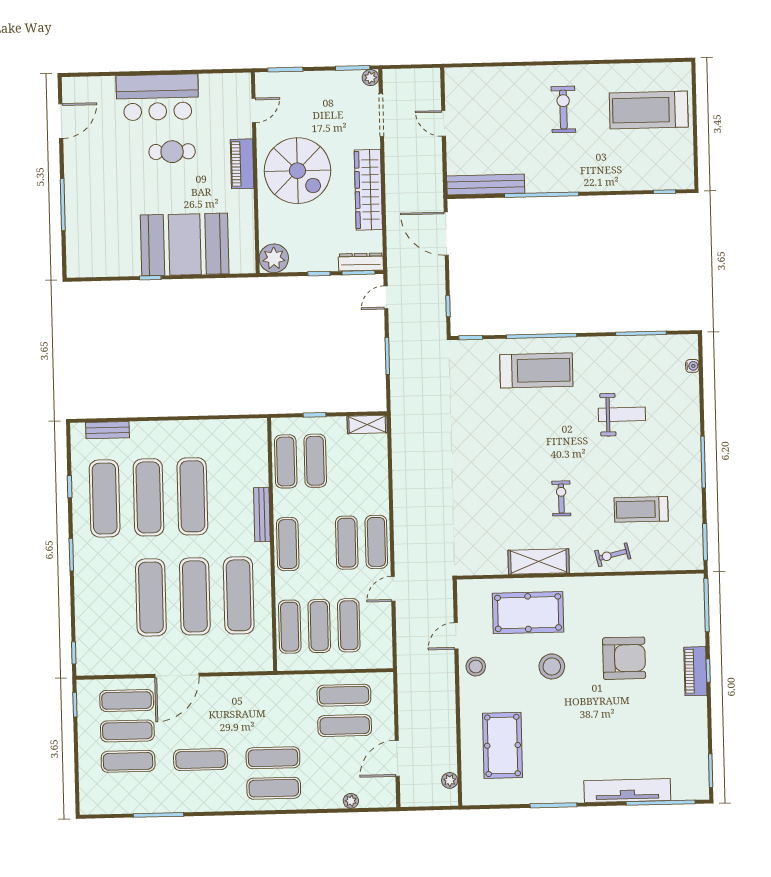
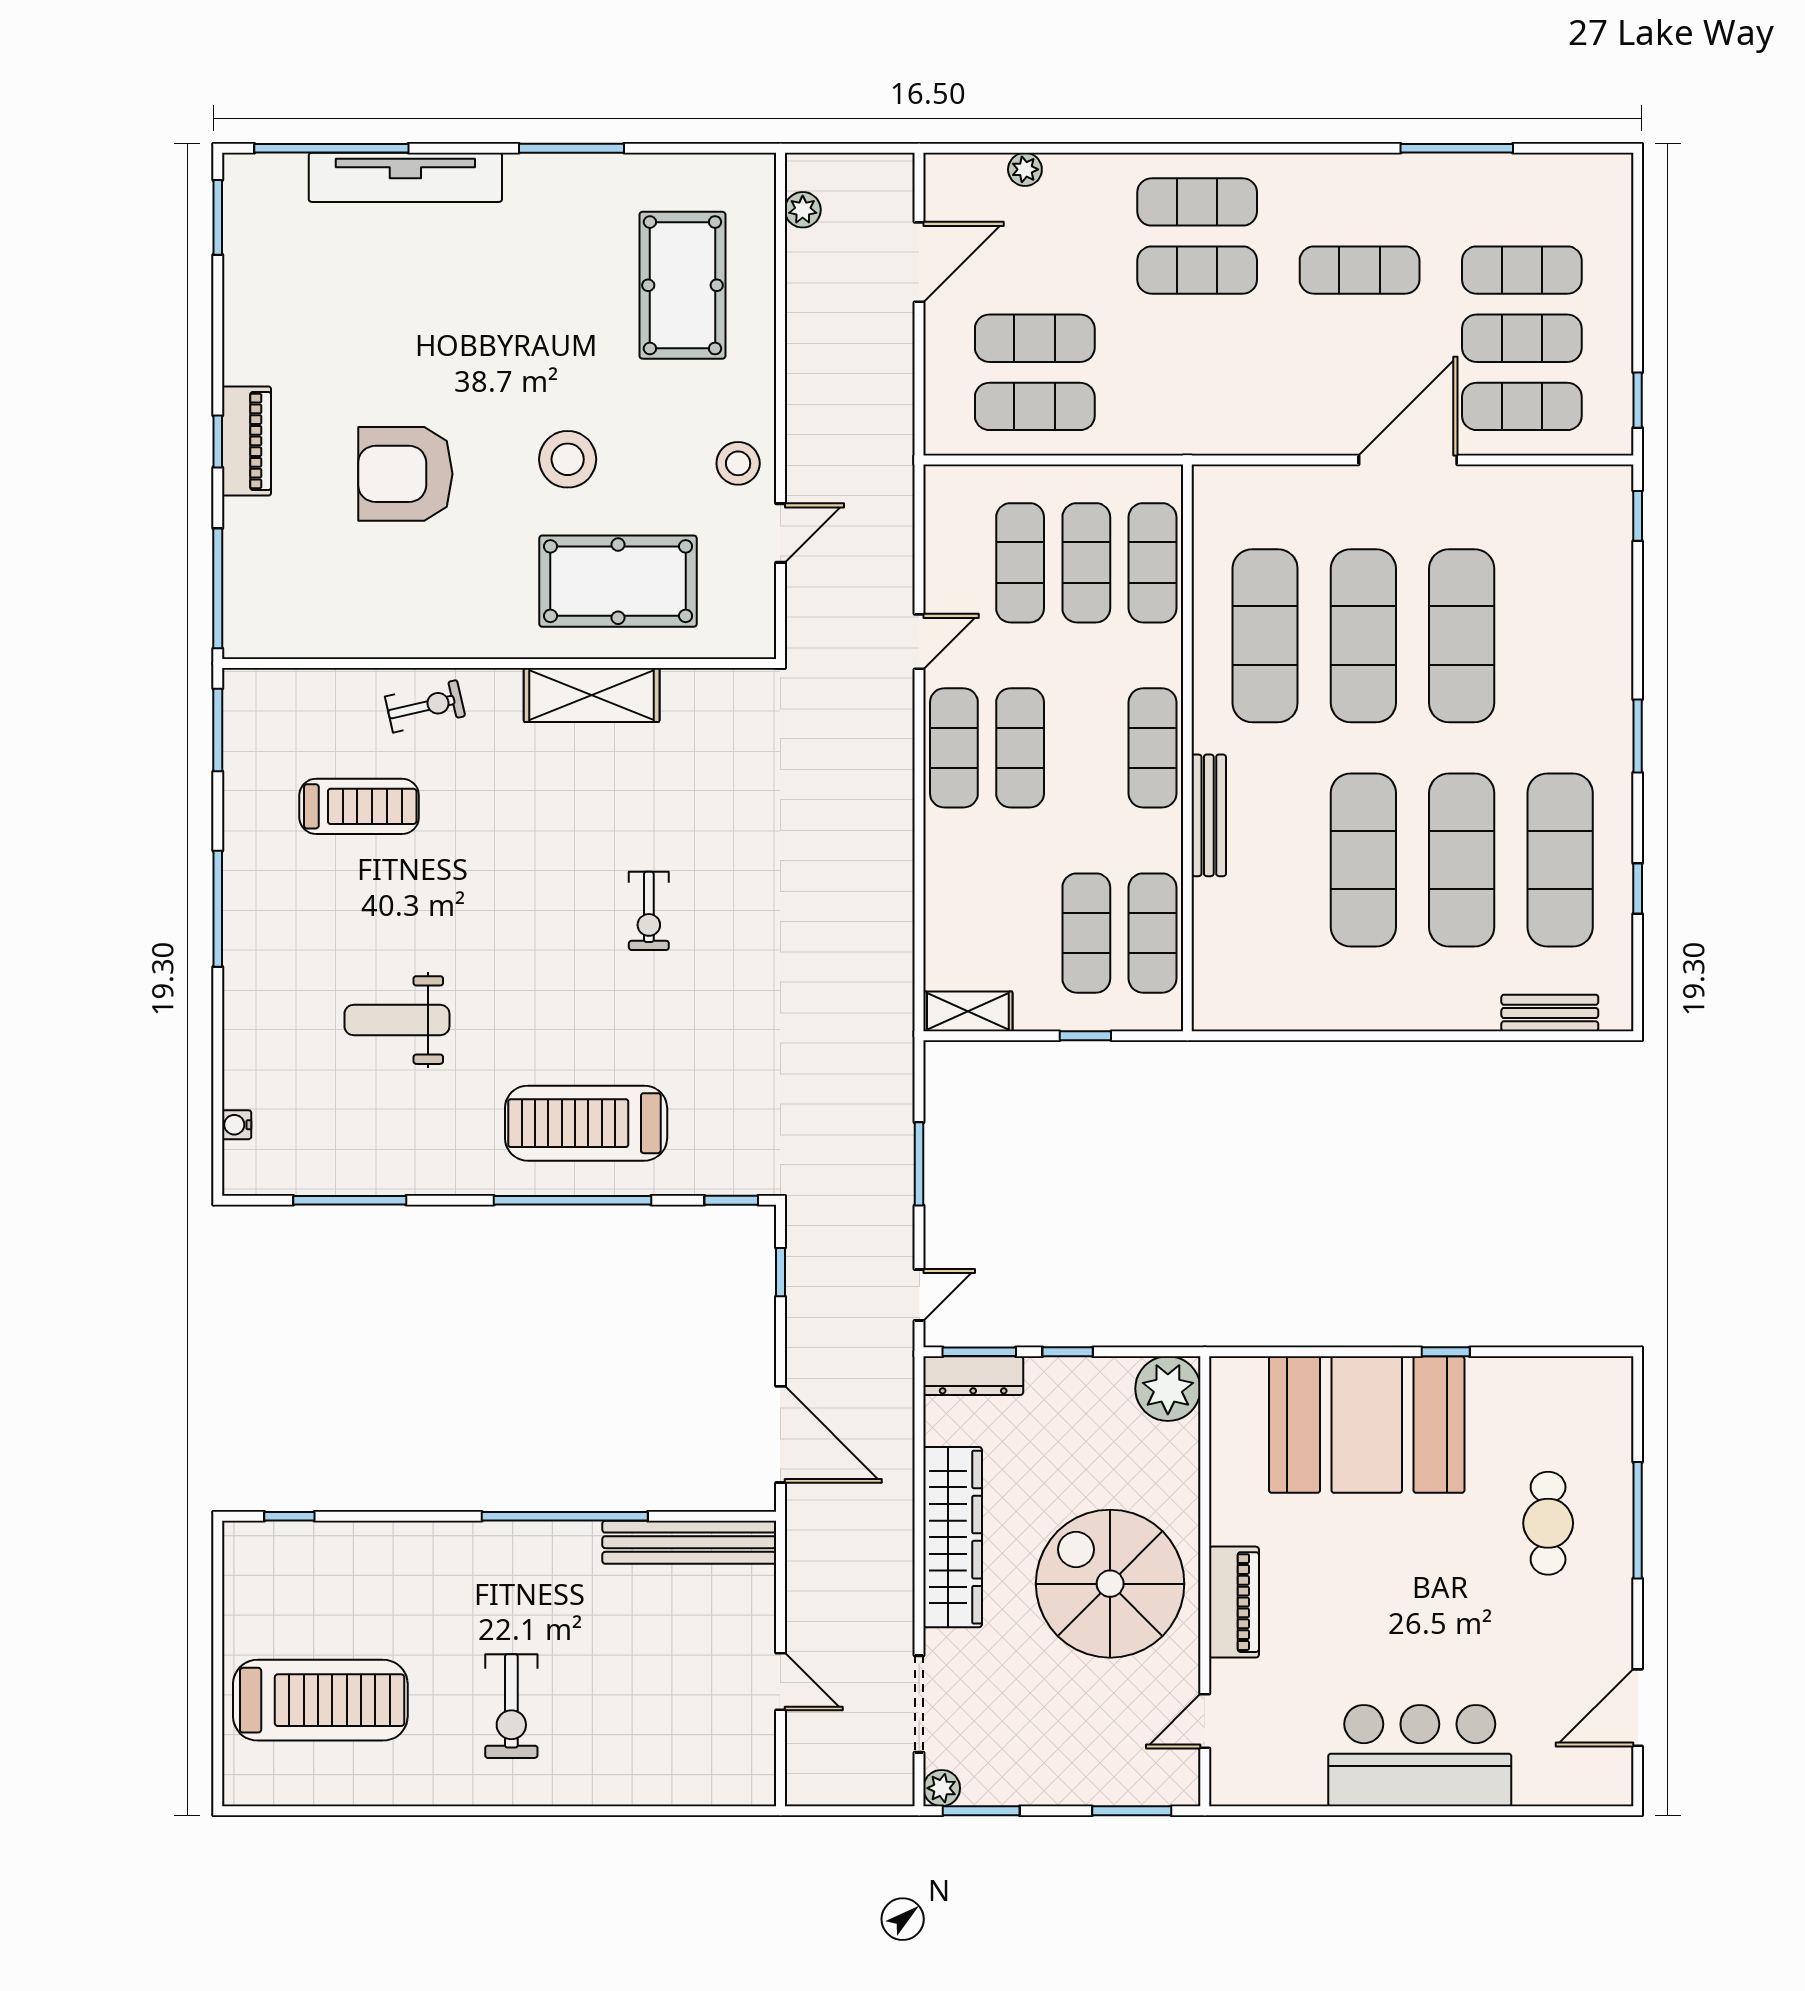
cafe table: (172, 152) -> (1548, 1523), moved, turned 90
exercise bike: (561, 498) -> (649, 911), moved

